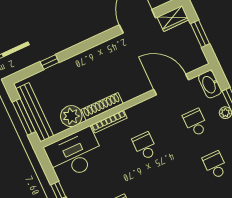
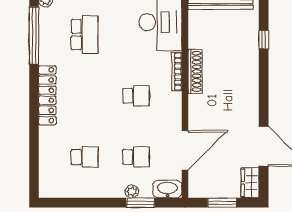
plant: (71, 116) -> (200, 36), removed

